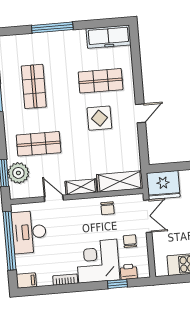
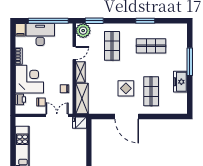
freezer: (108, 37) -> (180, 82), moved, width x0.71
door: (141, 113) -> (127, 116), width x1.88
plant: (18, 173) -> (83, 31), moved
fridge: (163, 185) -> (79, 123), width x0.53, depth x0.75
double door: (148, 216) -> (57, 115), swing flipped
desk: (29, 232) -> (40, 34), moved
window: (117, 284) -> (13, 91), removed

